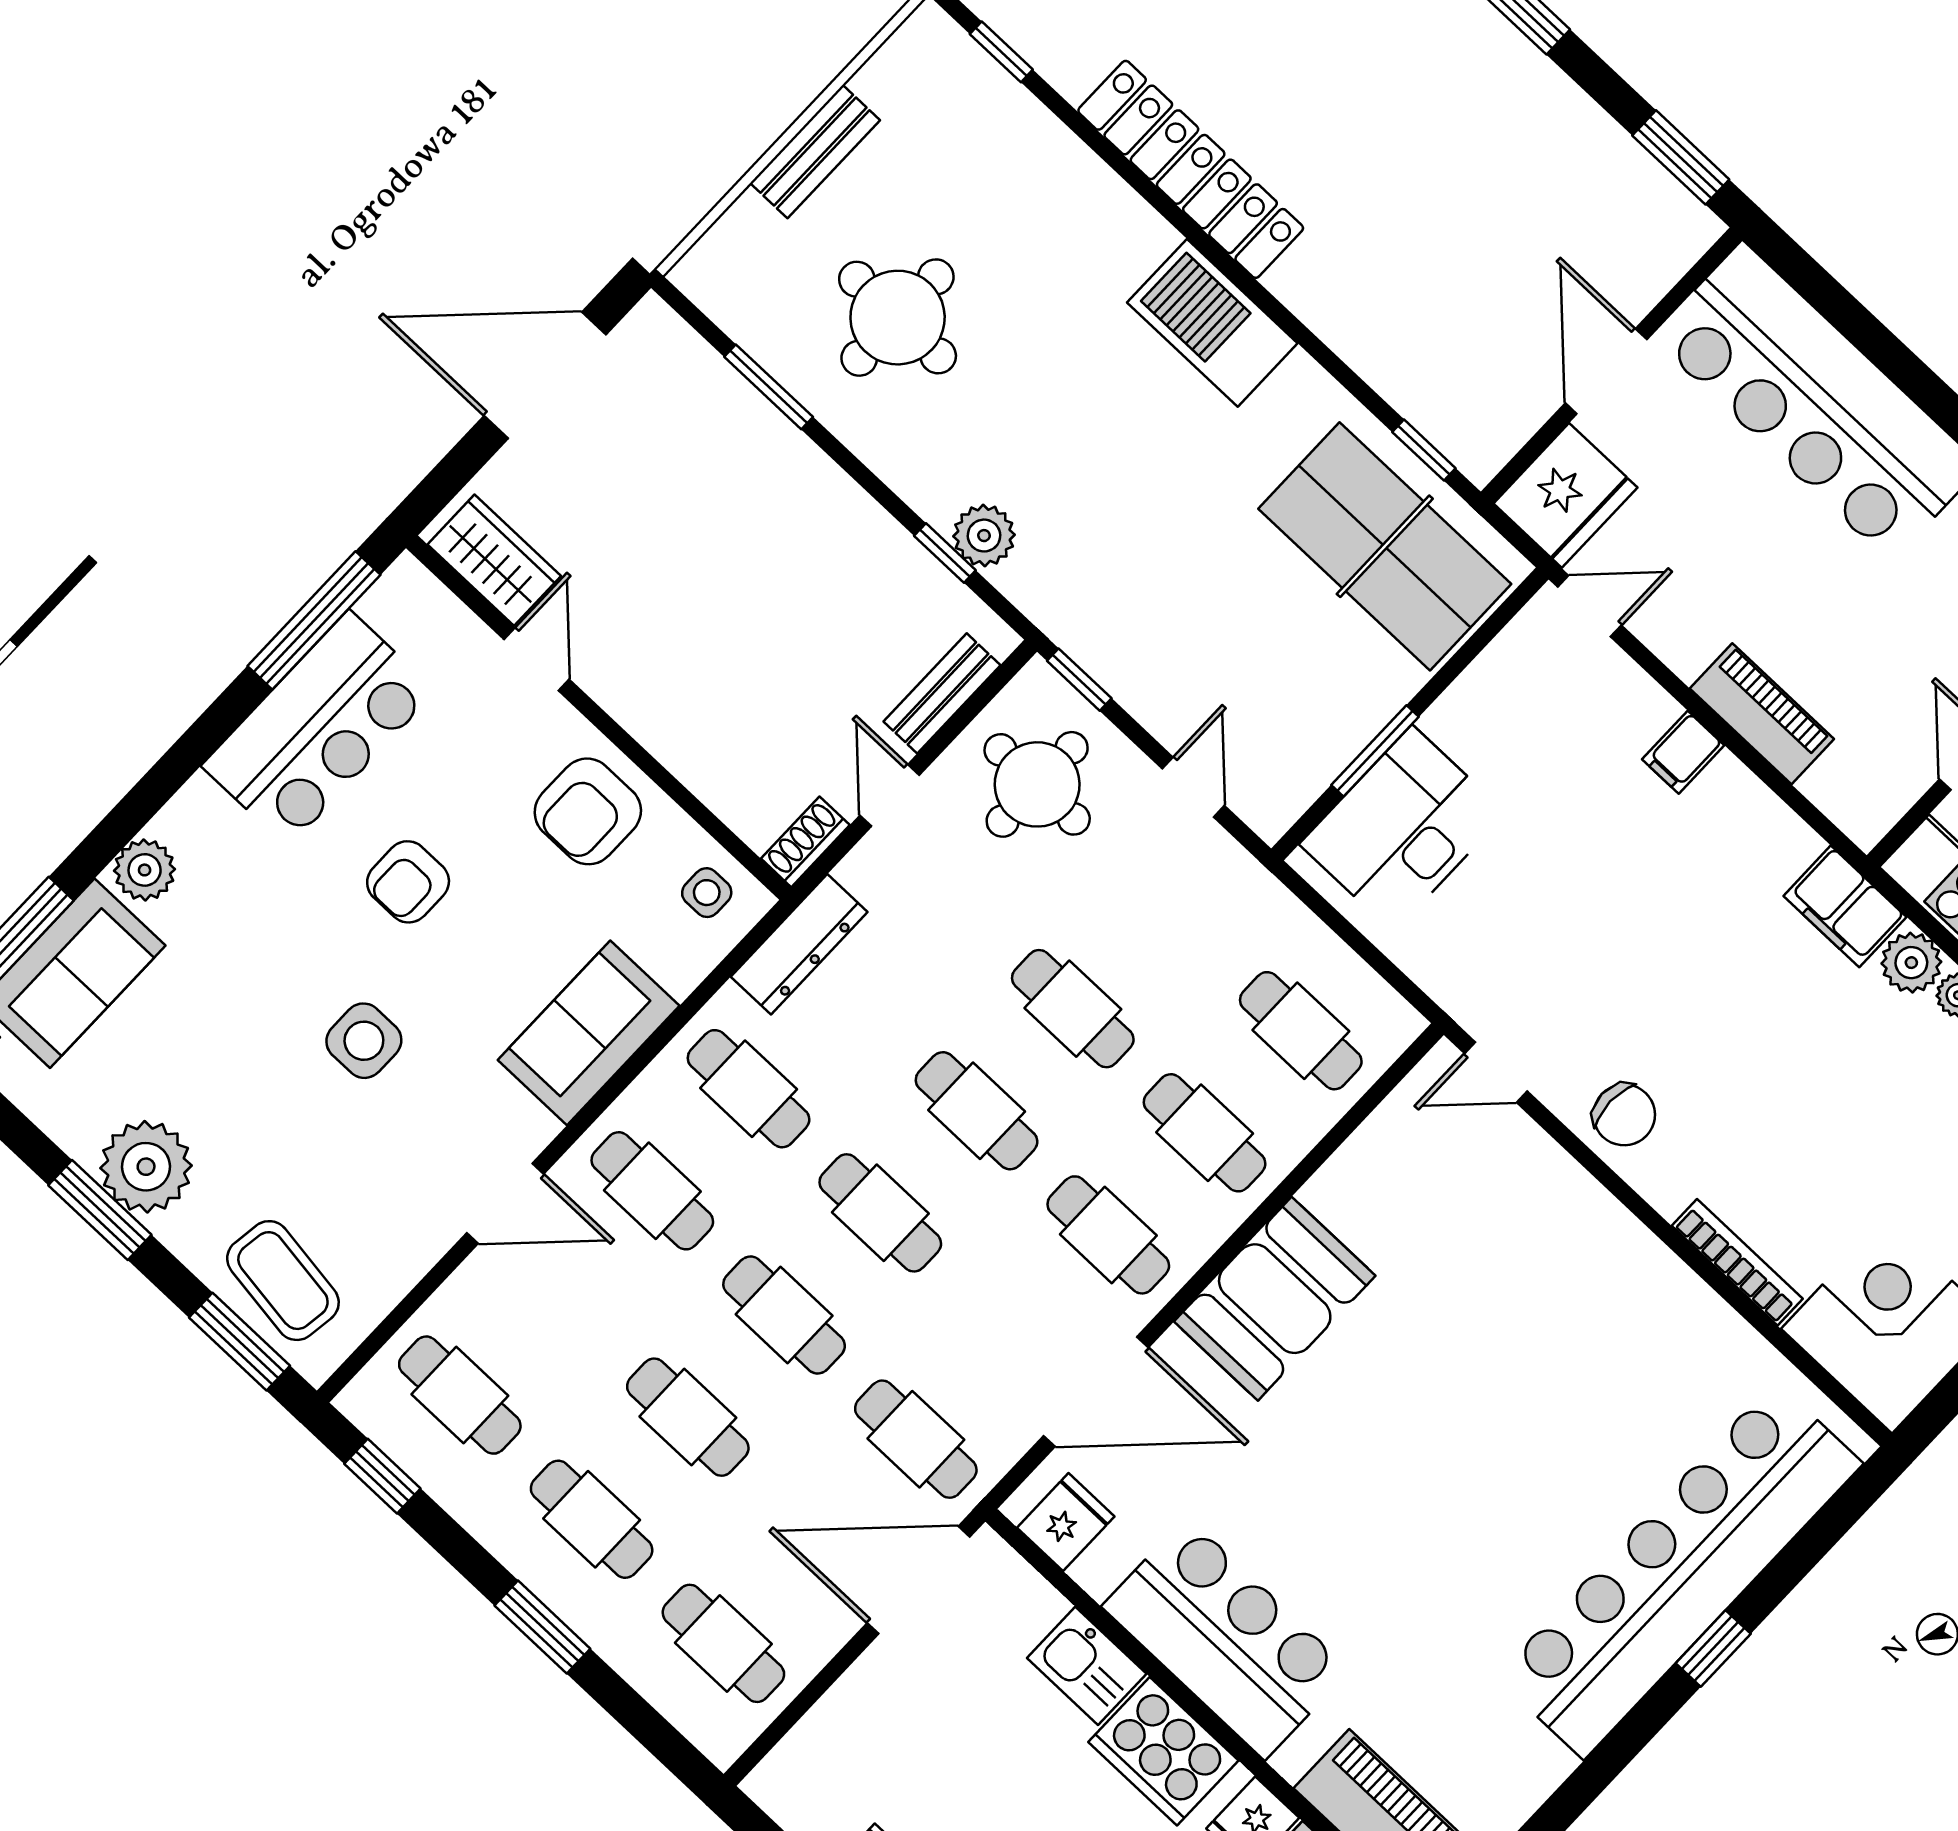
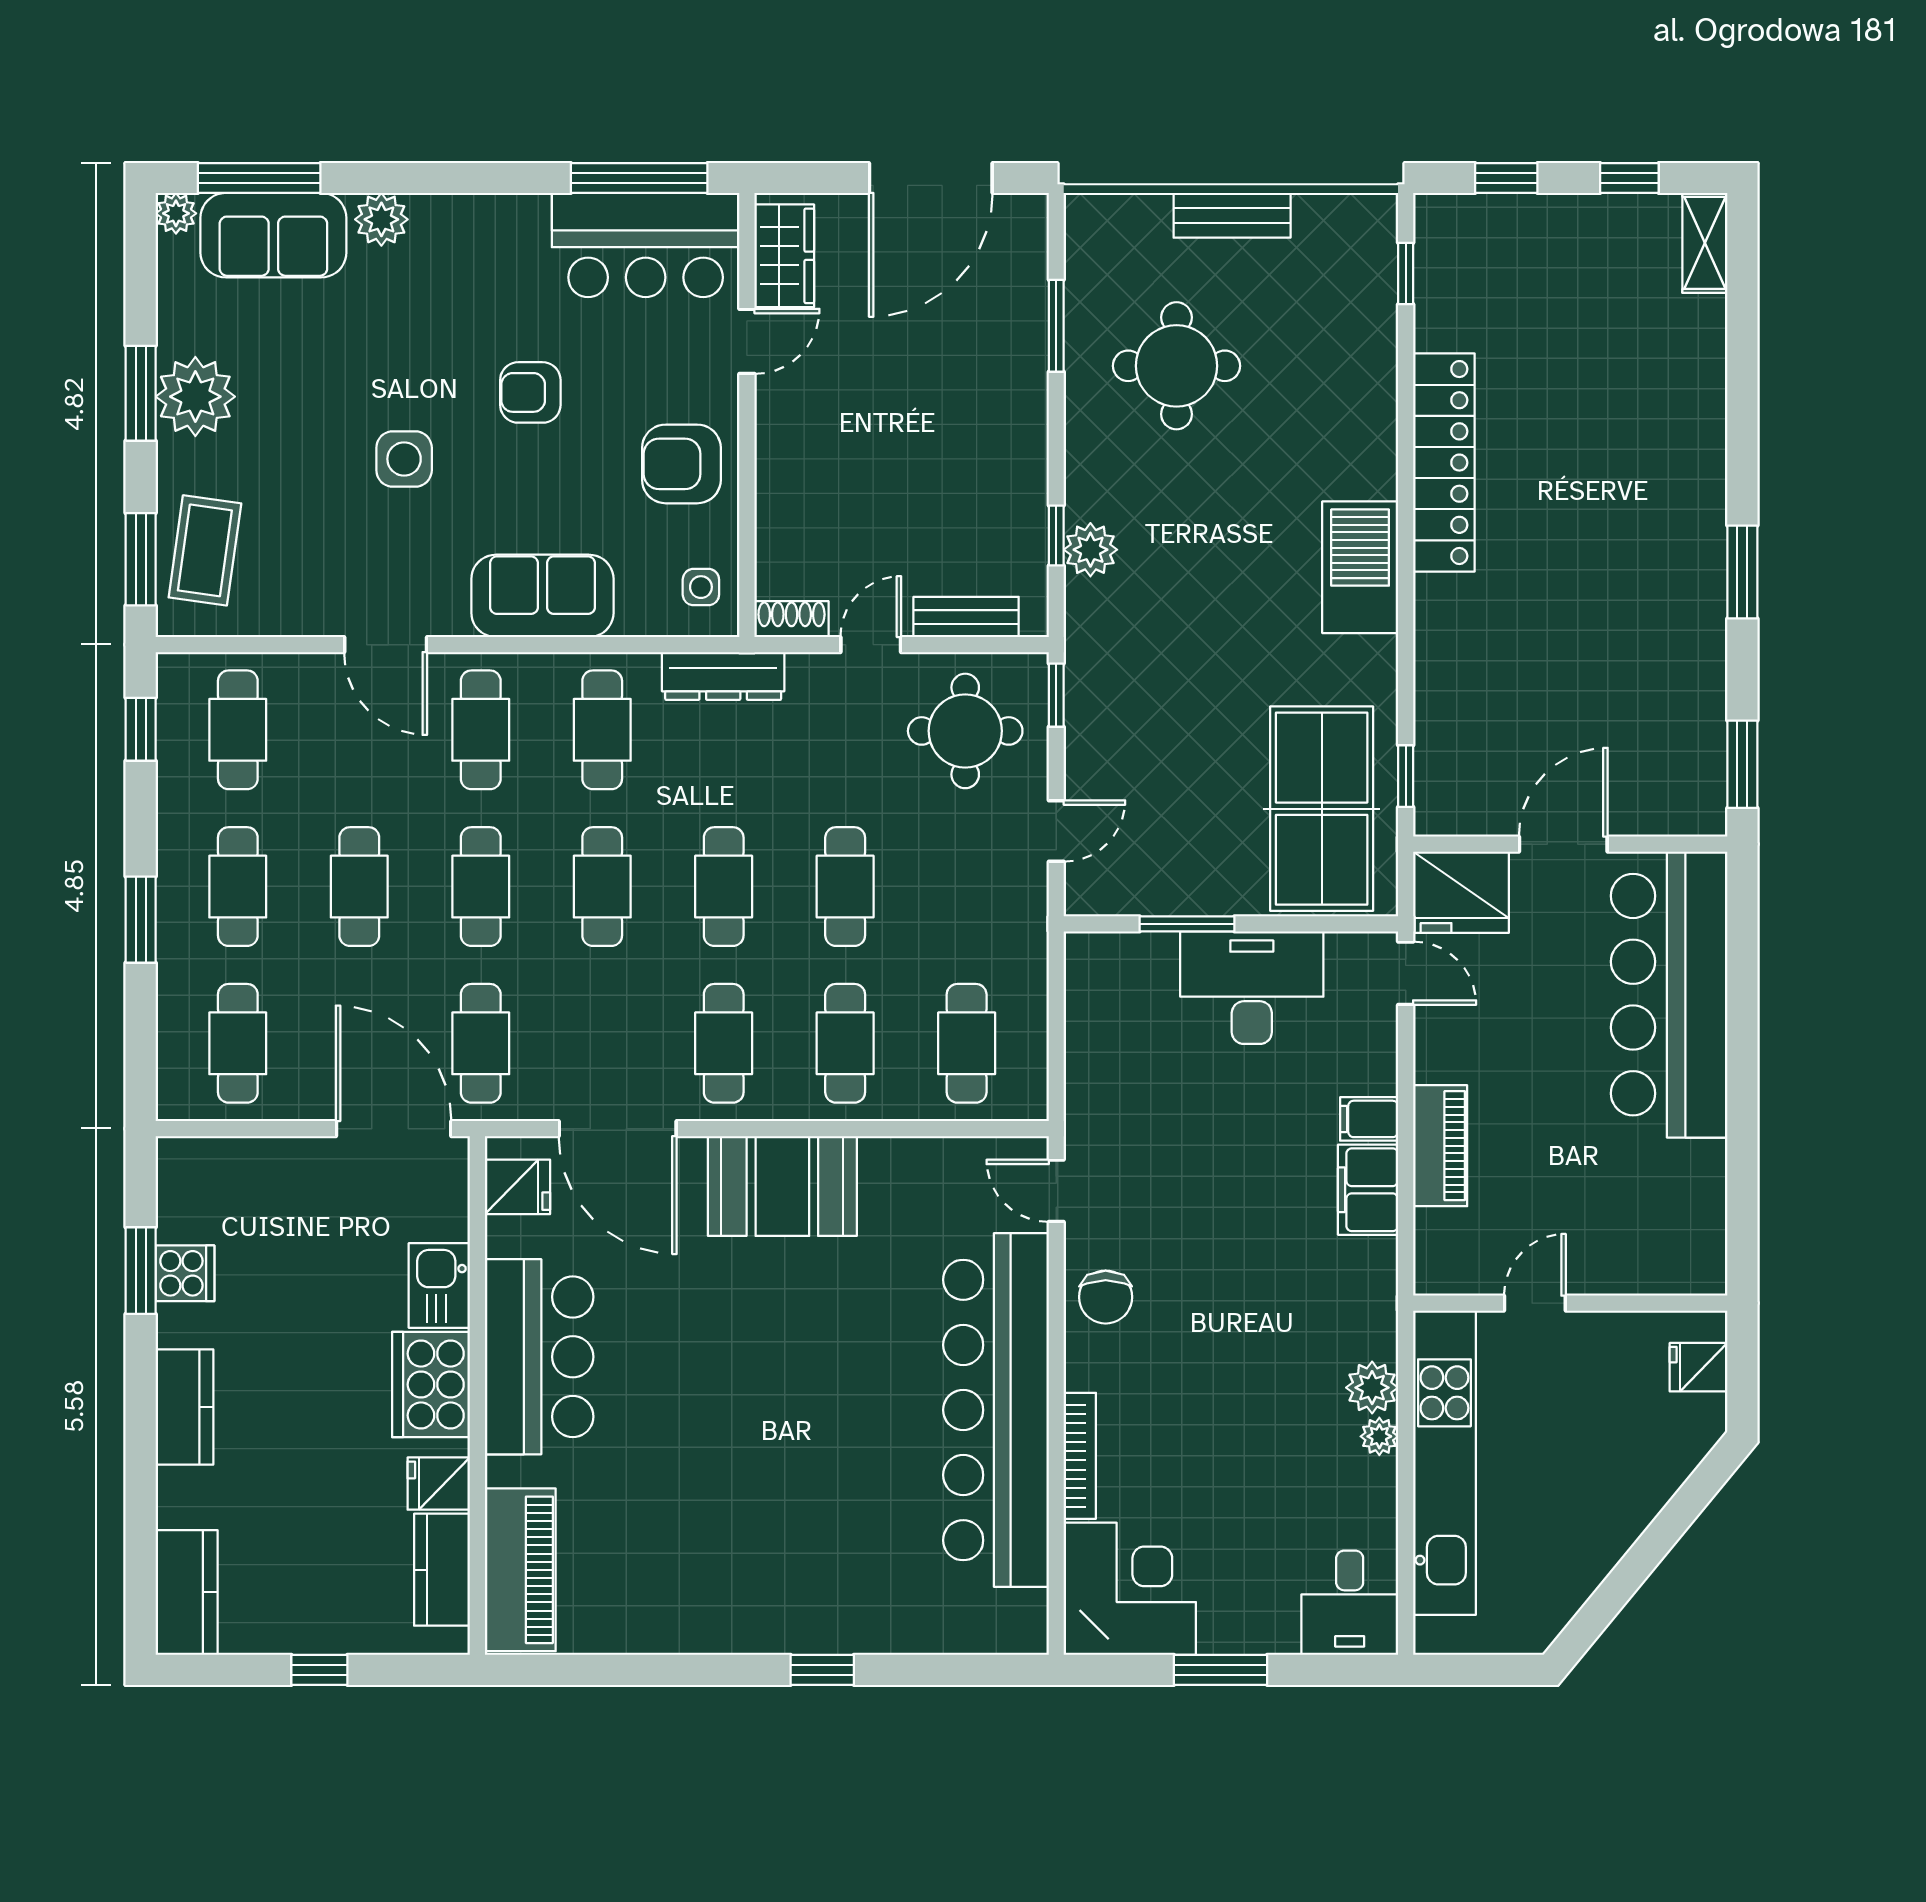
door: (545, 375) -> (931, 178), swing flipped
bar counter: (319, 729) -> (646, 245), moved
desk: (1403, 829) -> (1252, 988), moved
filing cabinet: (1845, 906) -> (1368, 1190), moved
bar counter: (1679, 1570) -> (996, 1410), moved, turned -90

